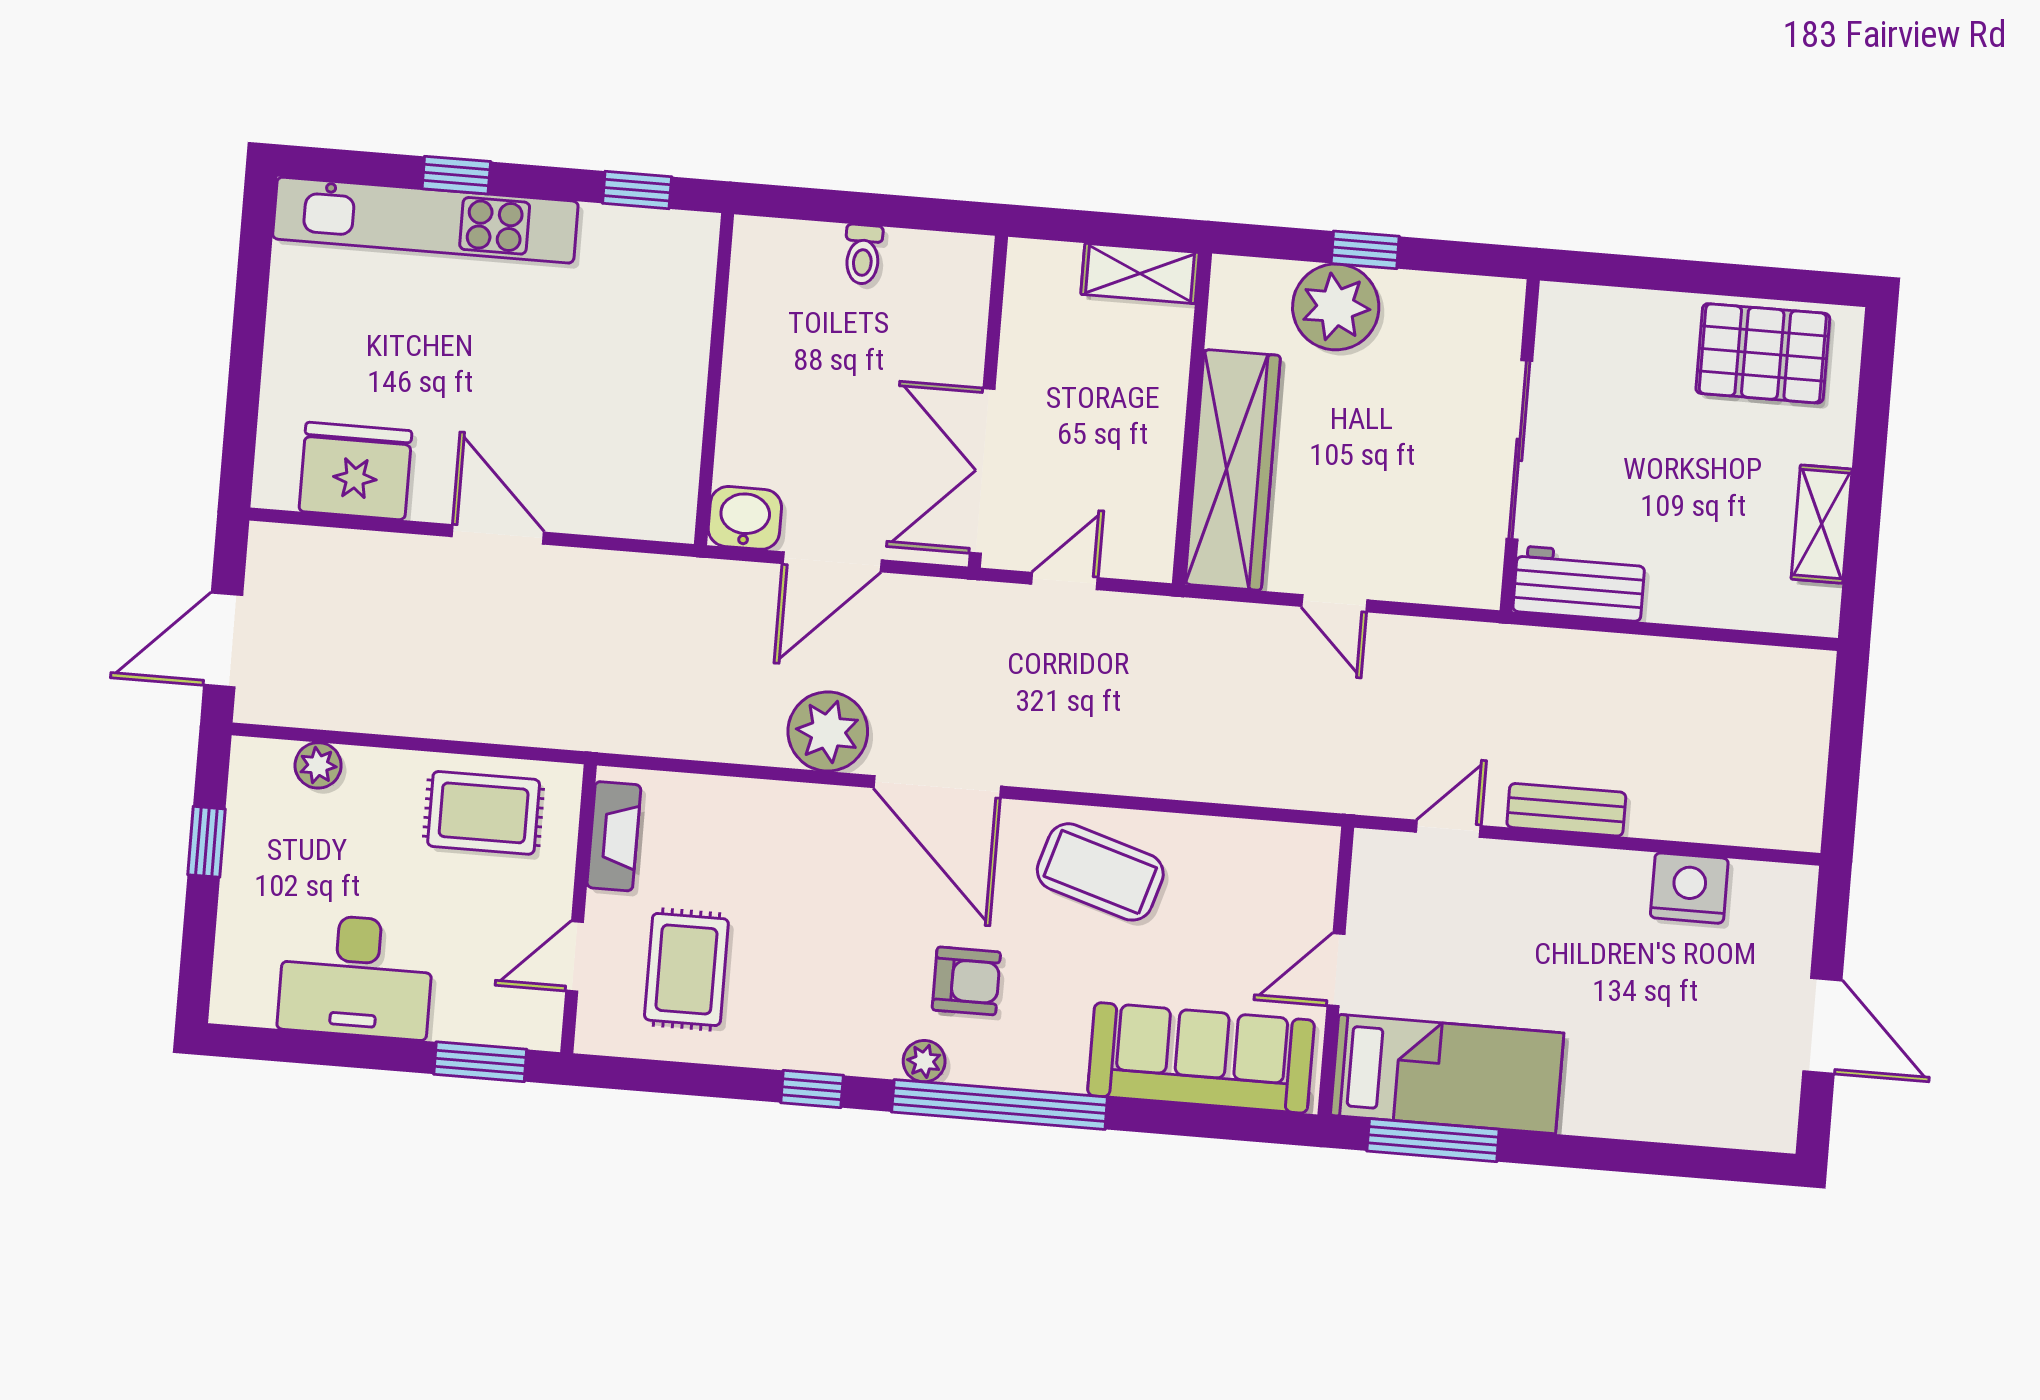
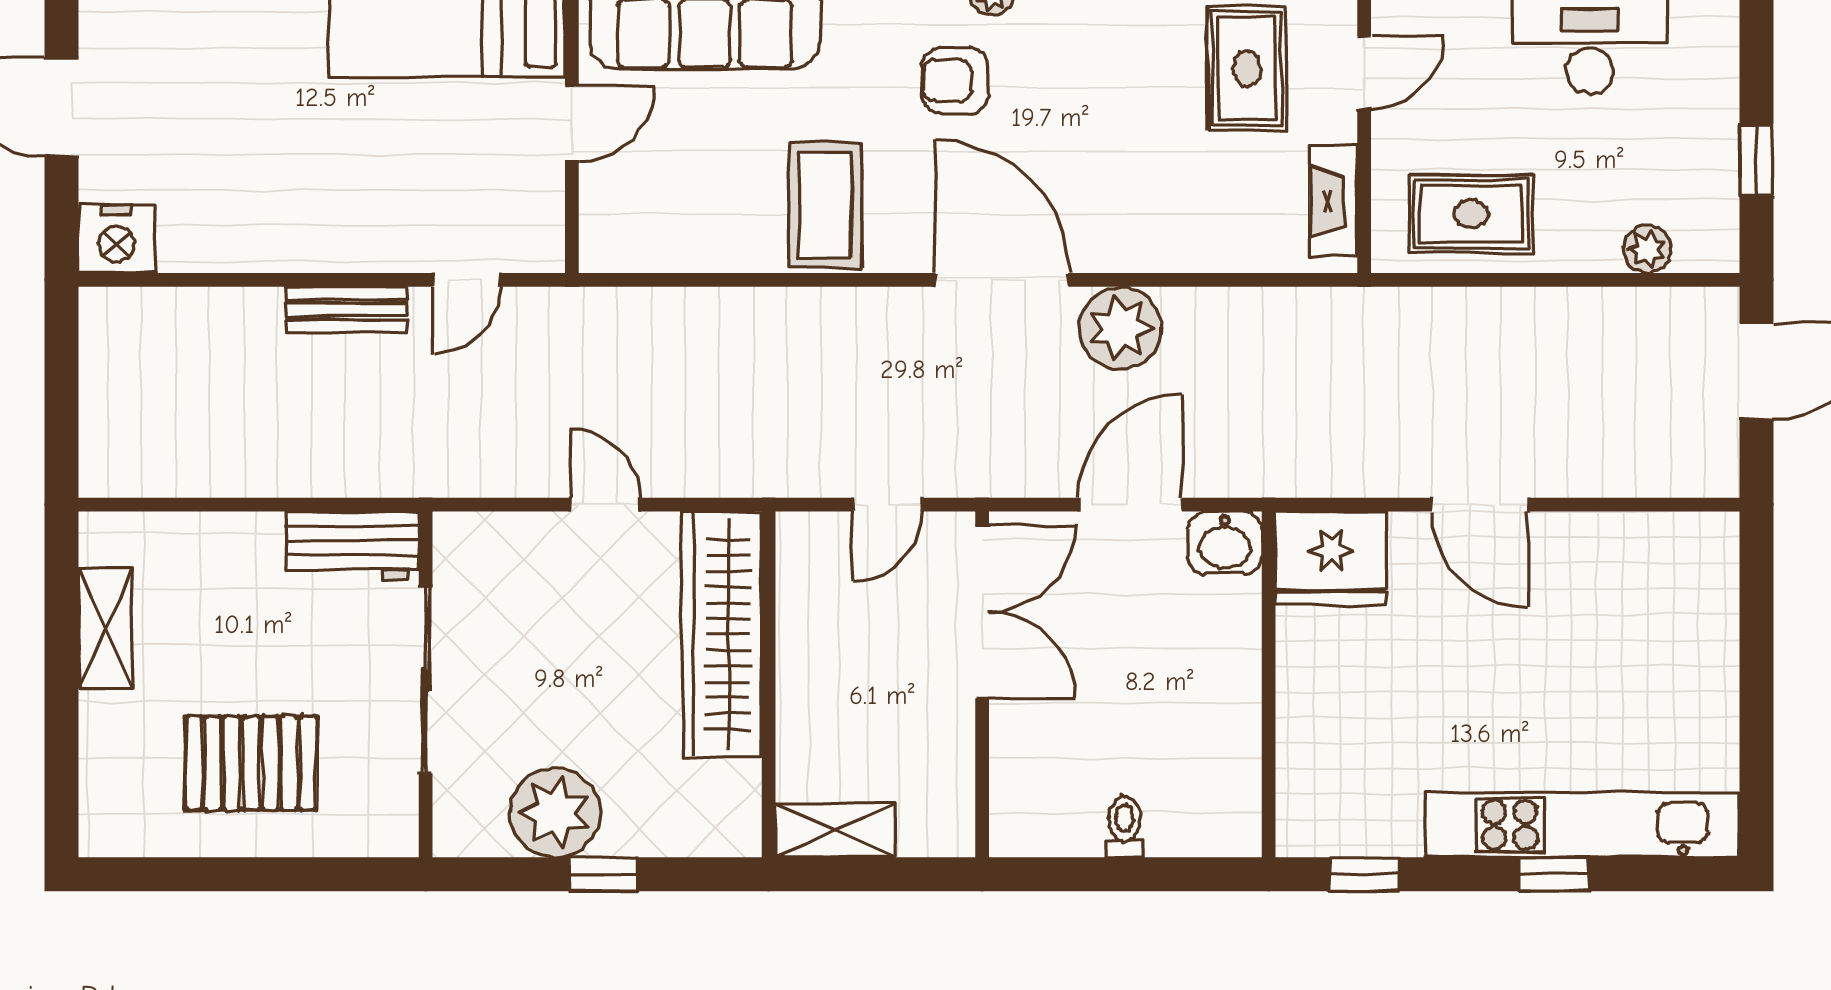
plant: (1336, 307) -> (555, 813), moved
pallet: (1763, 353) -> (251, 763), moved
fridge: (355, 471) -> (1331, 558), moved
coffee table: (1100, 872) -> (825, 205), turned 73
nightstand: (1689, 888) -> (117, 239), moved

